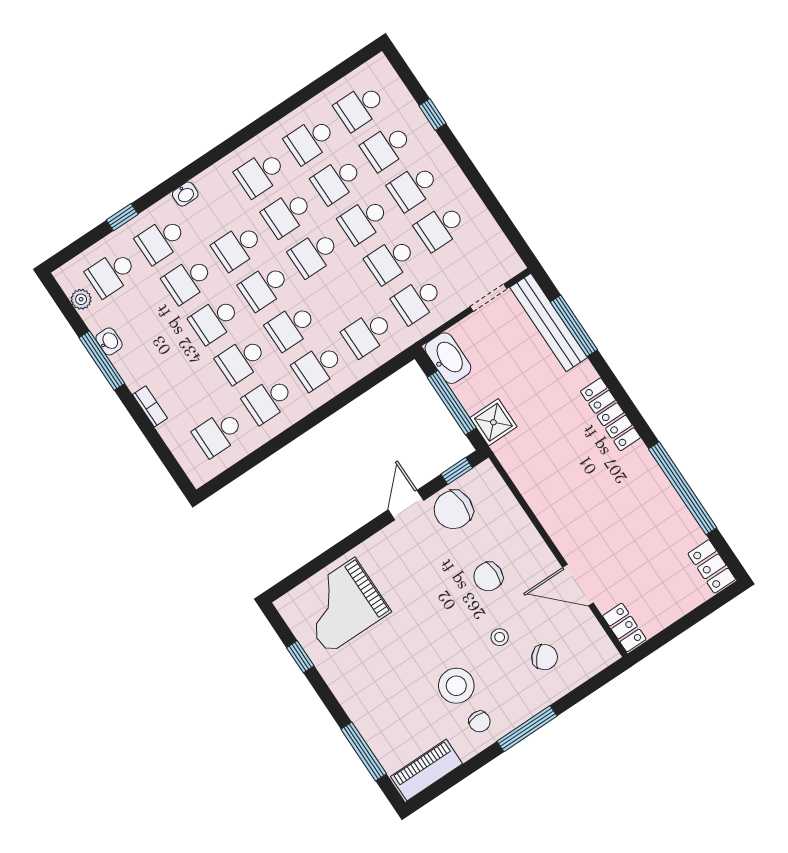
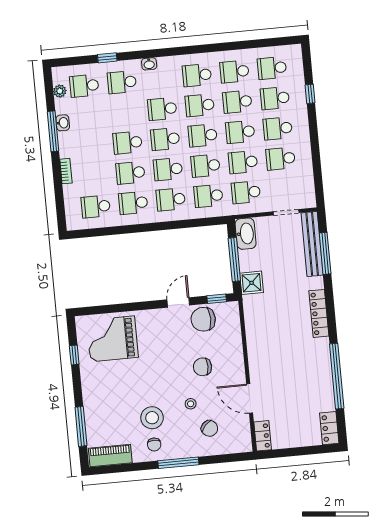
school desk: (188, 280) -> (205, 166), moved

